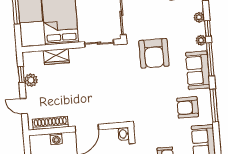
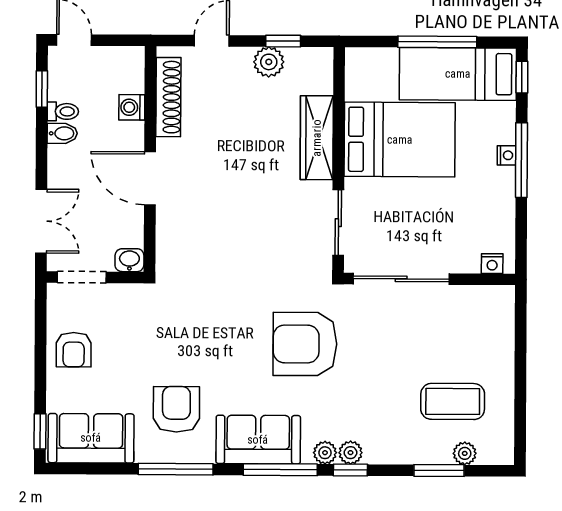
plant: (199, 17) -> (351, 453), moved
wardrobe: (56, 57) -> (317, 138), width x1.50

